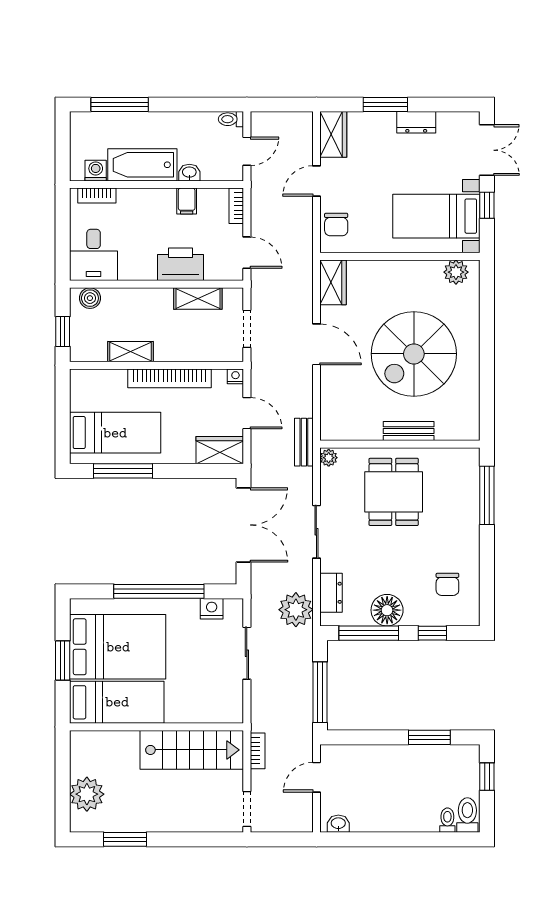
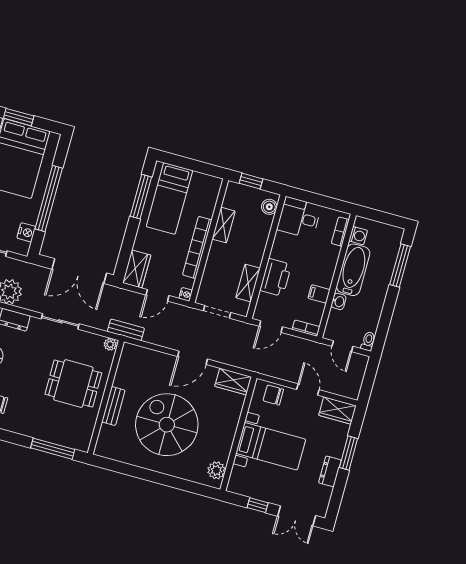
bed with nightstands: (436, 216) -> (271, 446), moved, turned 90

